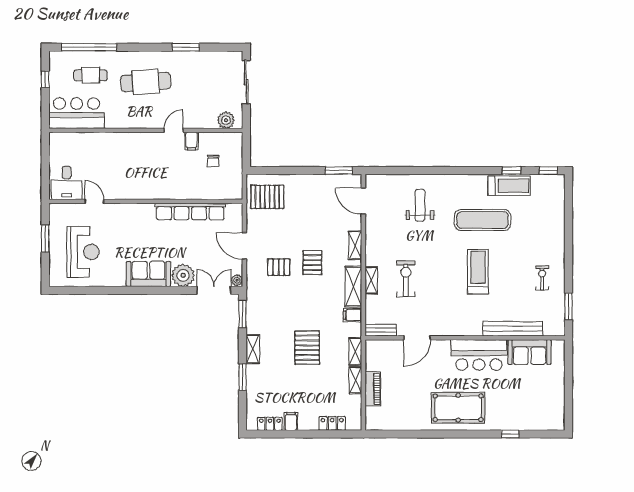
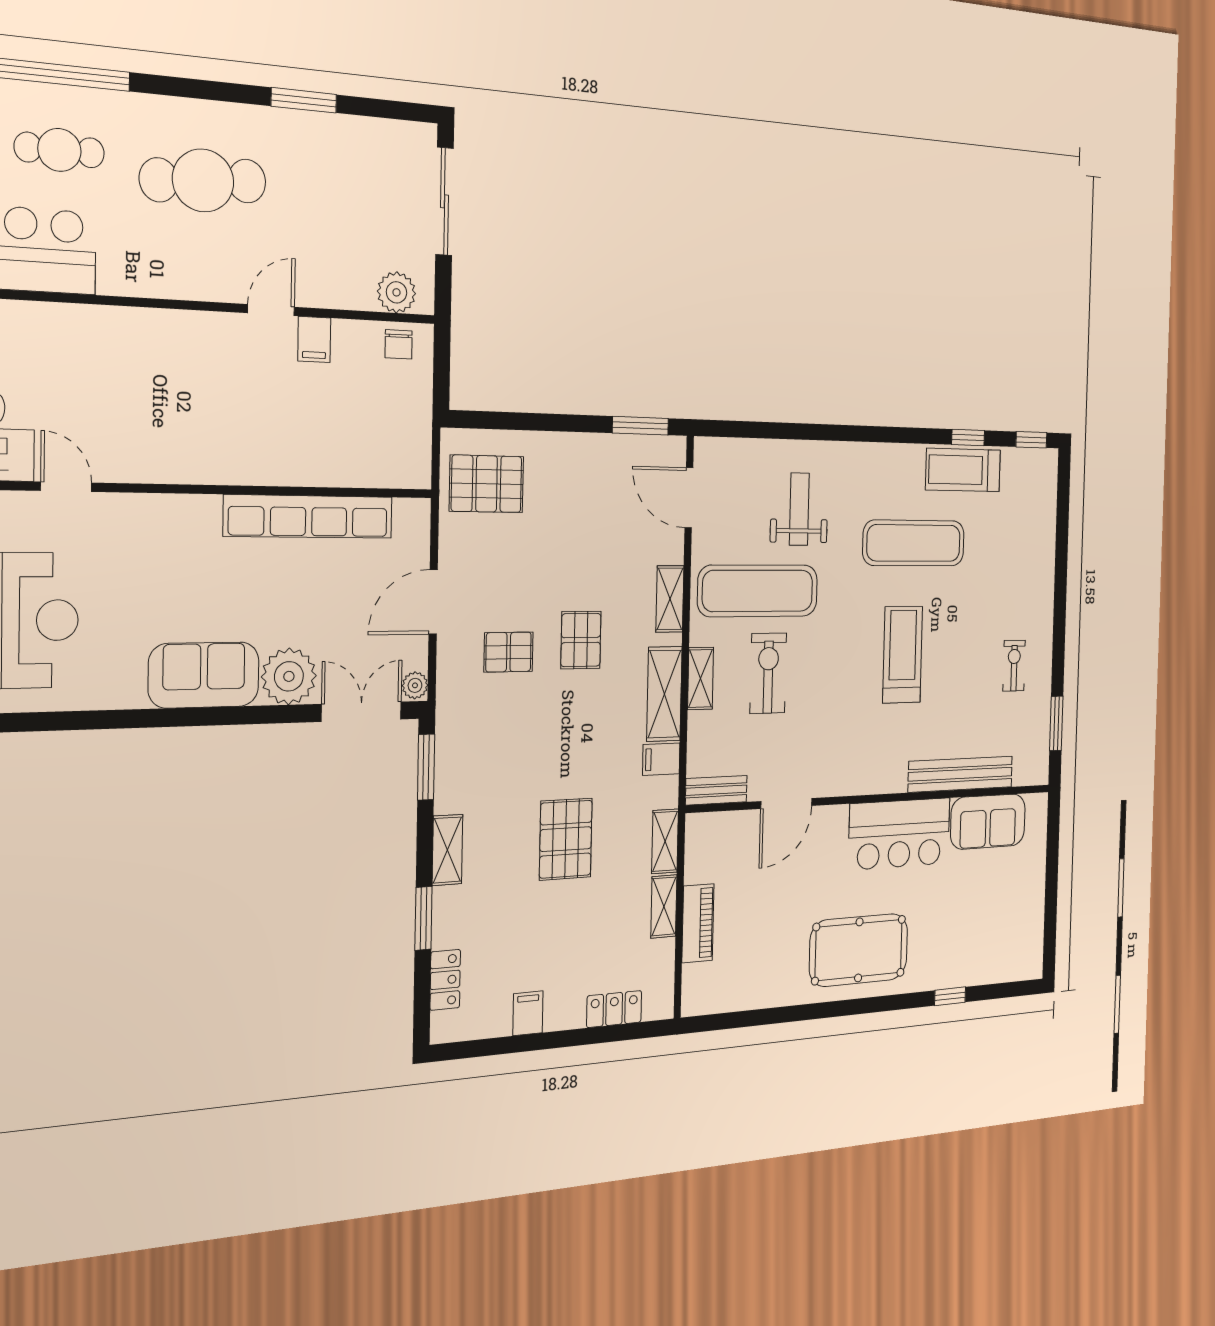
chair: (213, 161) -> (399, 344), moved
treadmill: (509, 186) -> (963, 470), turned 180
exercise mat: (399, 242) -> (758, 591), added
door: (244, 246) -> (433, 602), hinge flipped
locker: (270, 424) -> (445, 980), moved, turned 90

